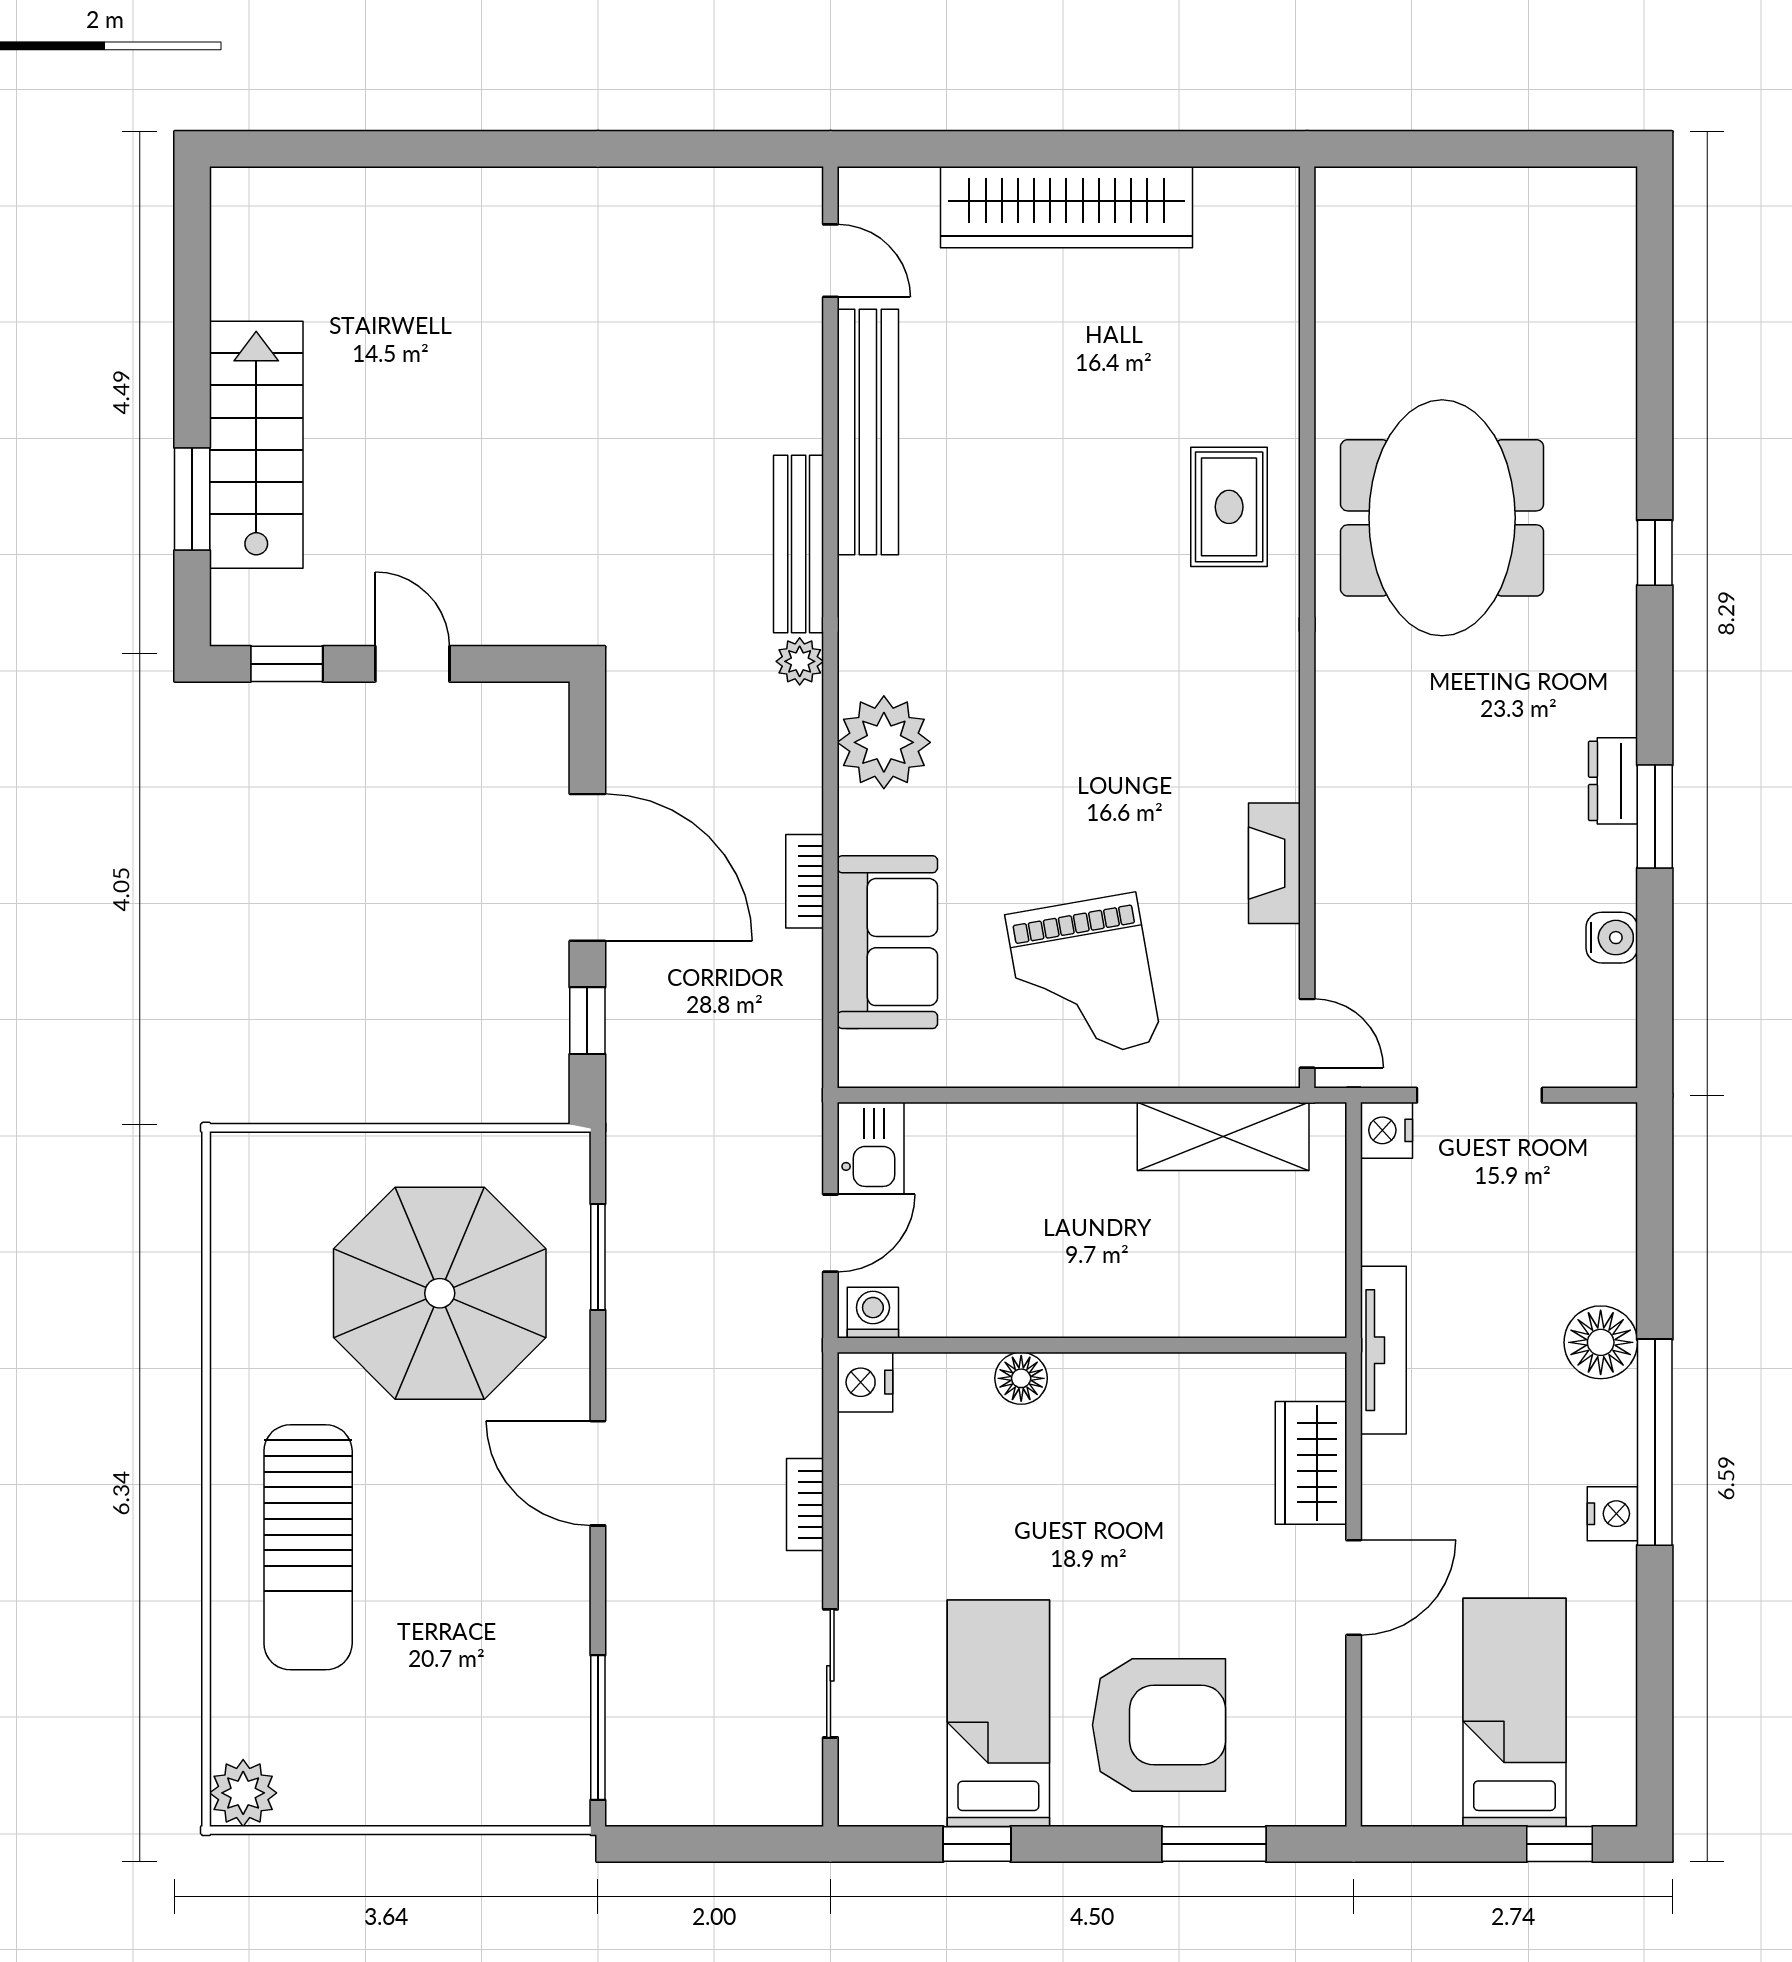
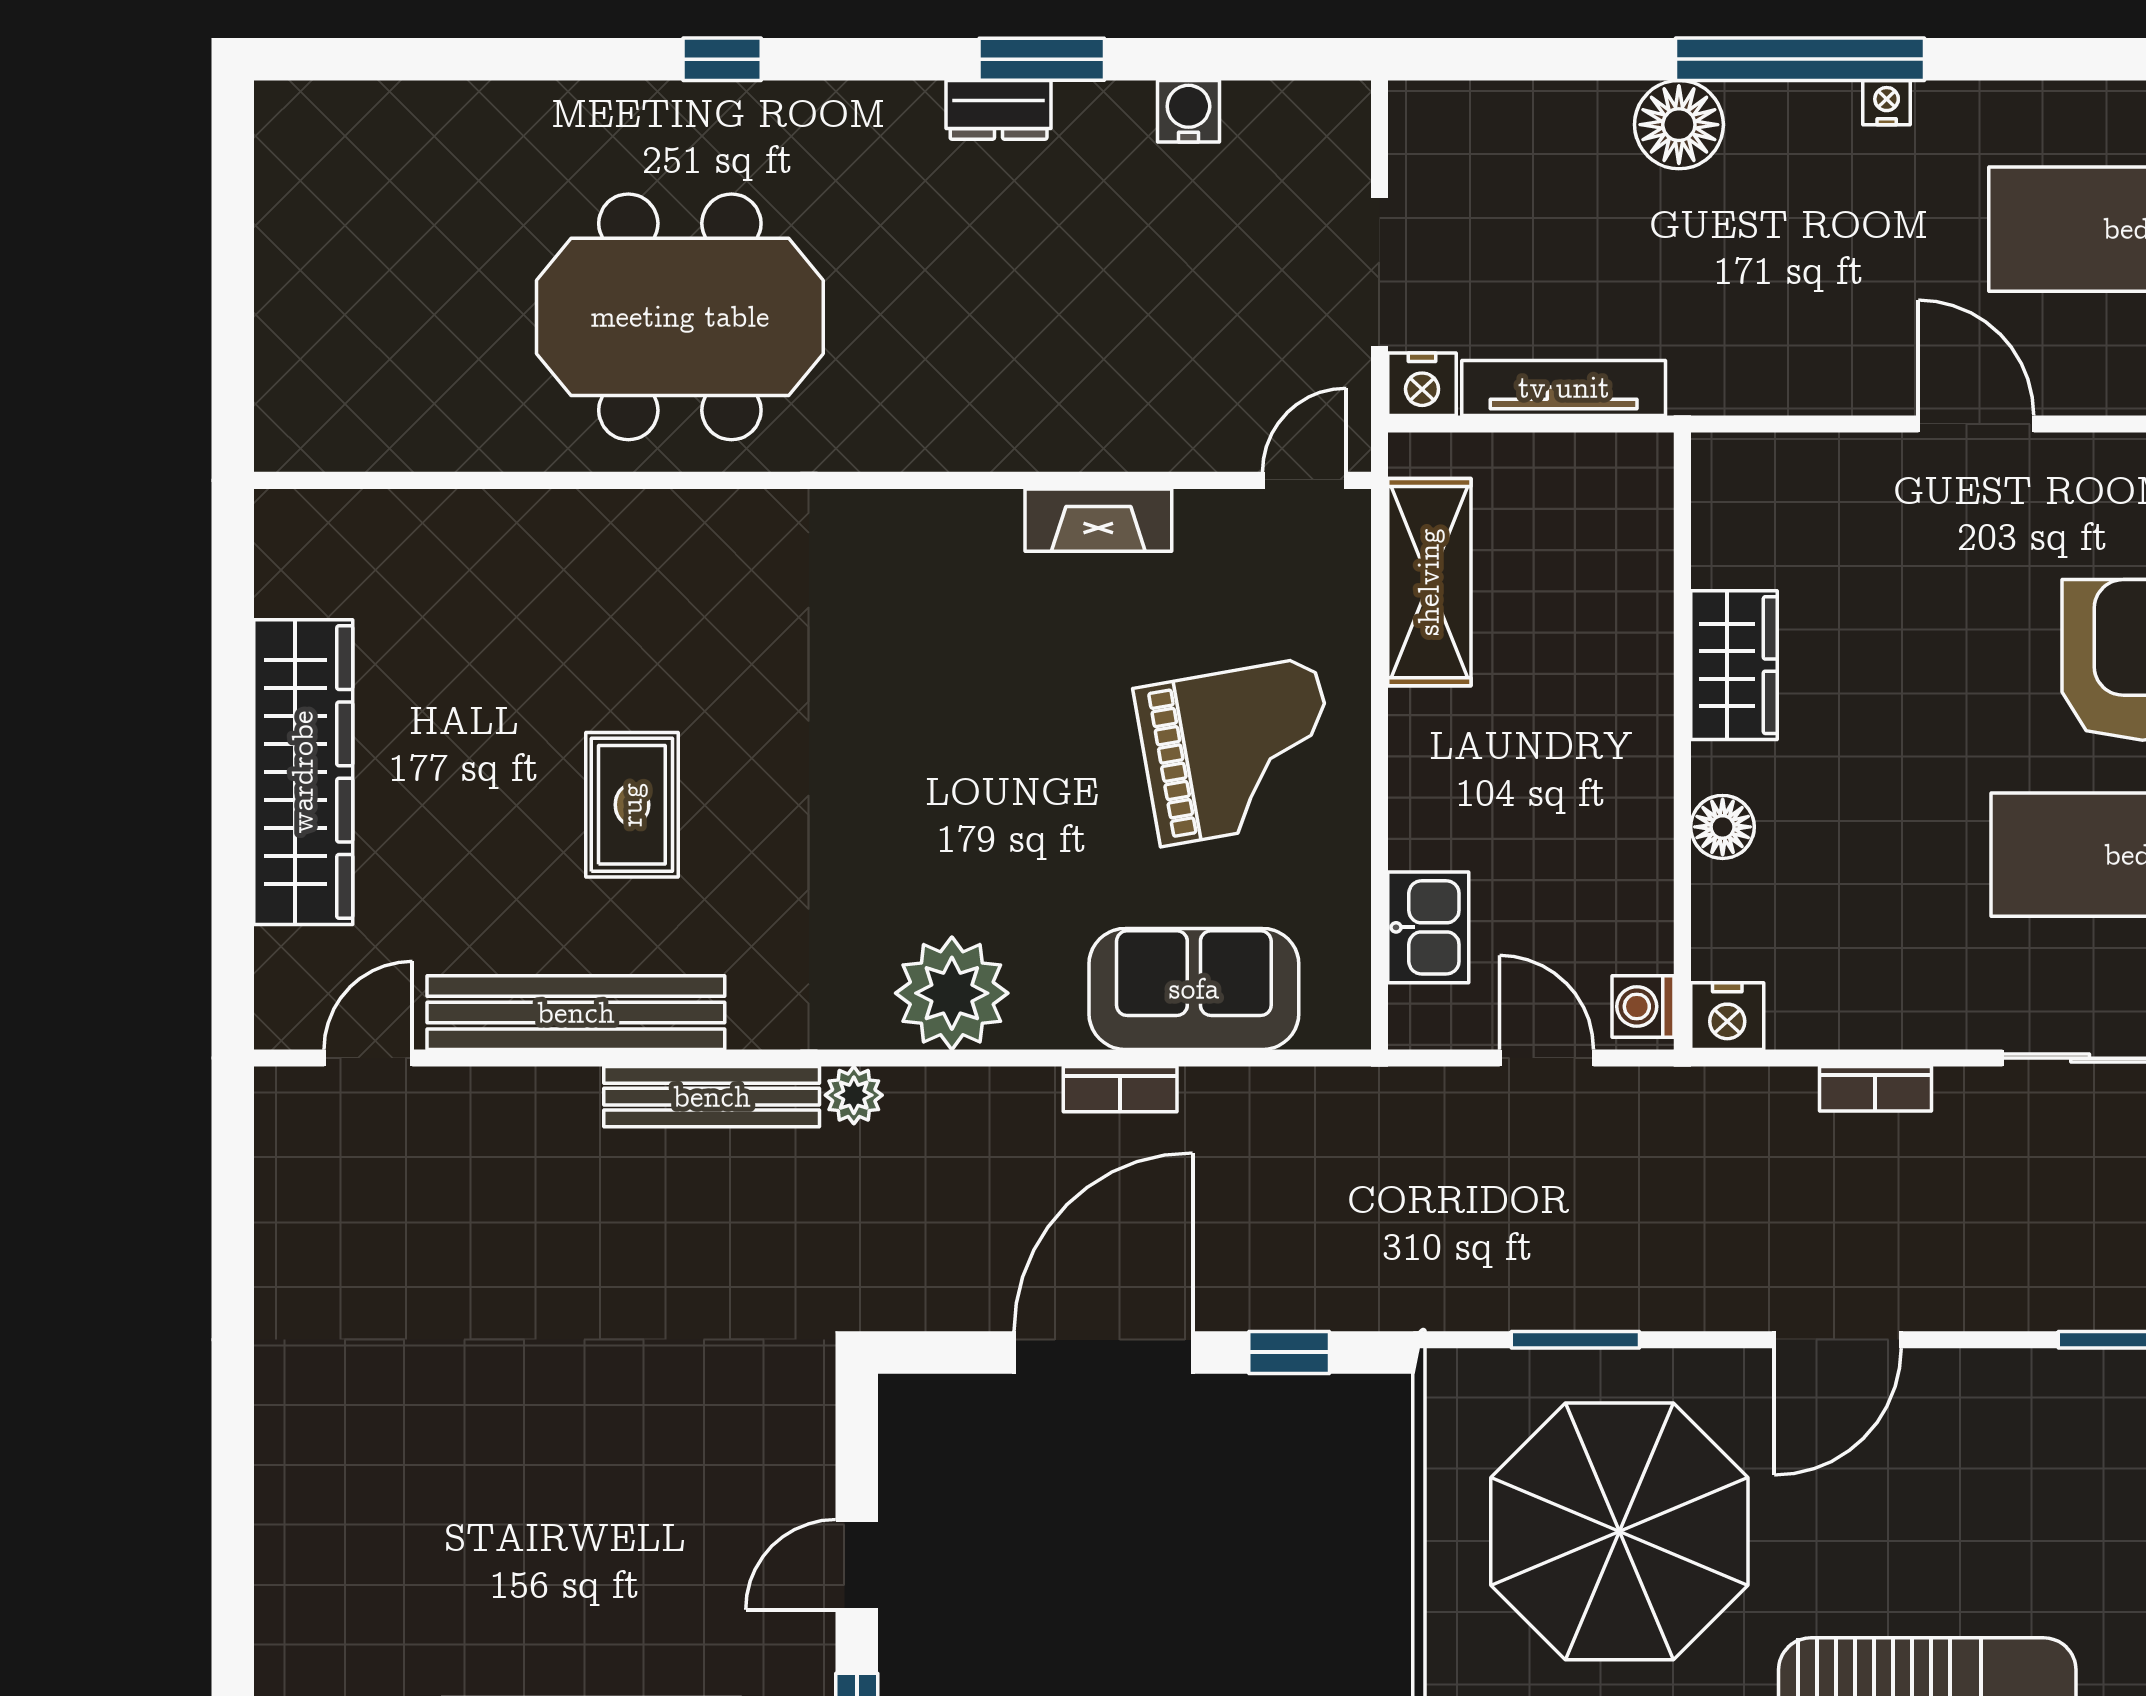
rug: (1229, 507) -> (632, 805), moved, turned 90
kitchen sink: (871, 1148) -> (1428, 927), moved, turned 90
tv unit: (1383, 1350) -> (1564, 388), moved
wardrobe: (1311, 1463) -> (1734, 665), moved, turned -90
nightstand: (1612, 1514) -> (1887, 103), width x0.72, depth x0.74

